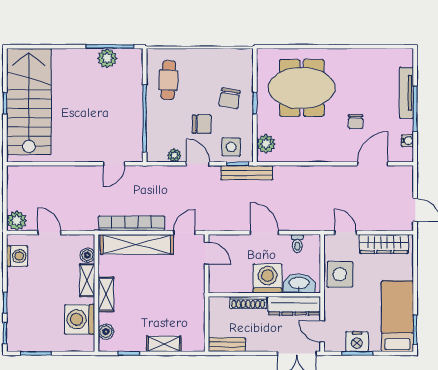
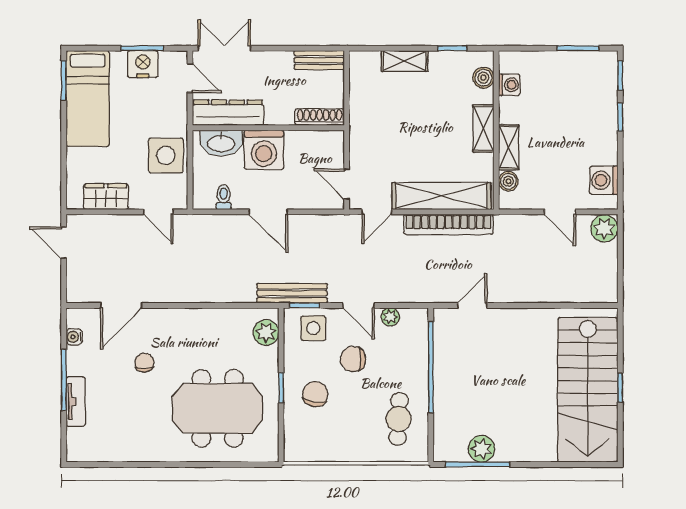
tv unit: (406, 93) -> (75, 402), width x0.71
wardrobe: (384, 244) -> (106, 197), width x0.67
shoe rack: (248, 303) -> (320, 117), moved
washing machine: (80, 319) -> (509, 85), width x0.53, depth x0.53

